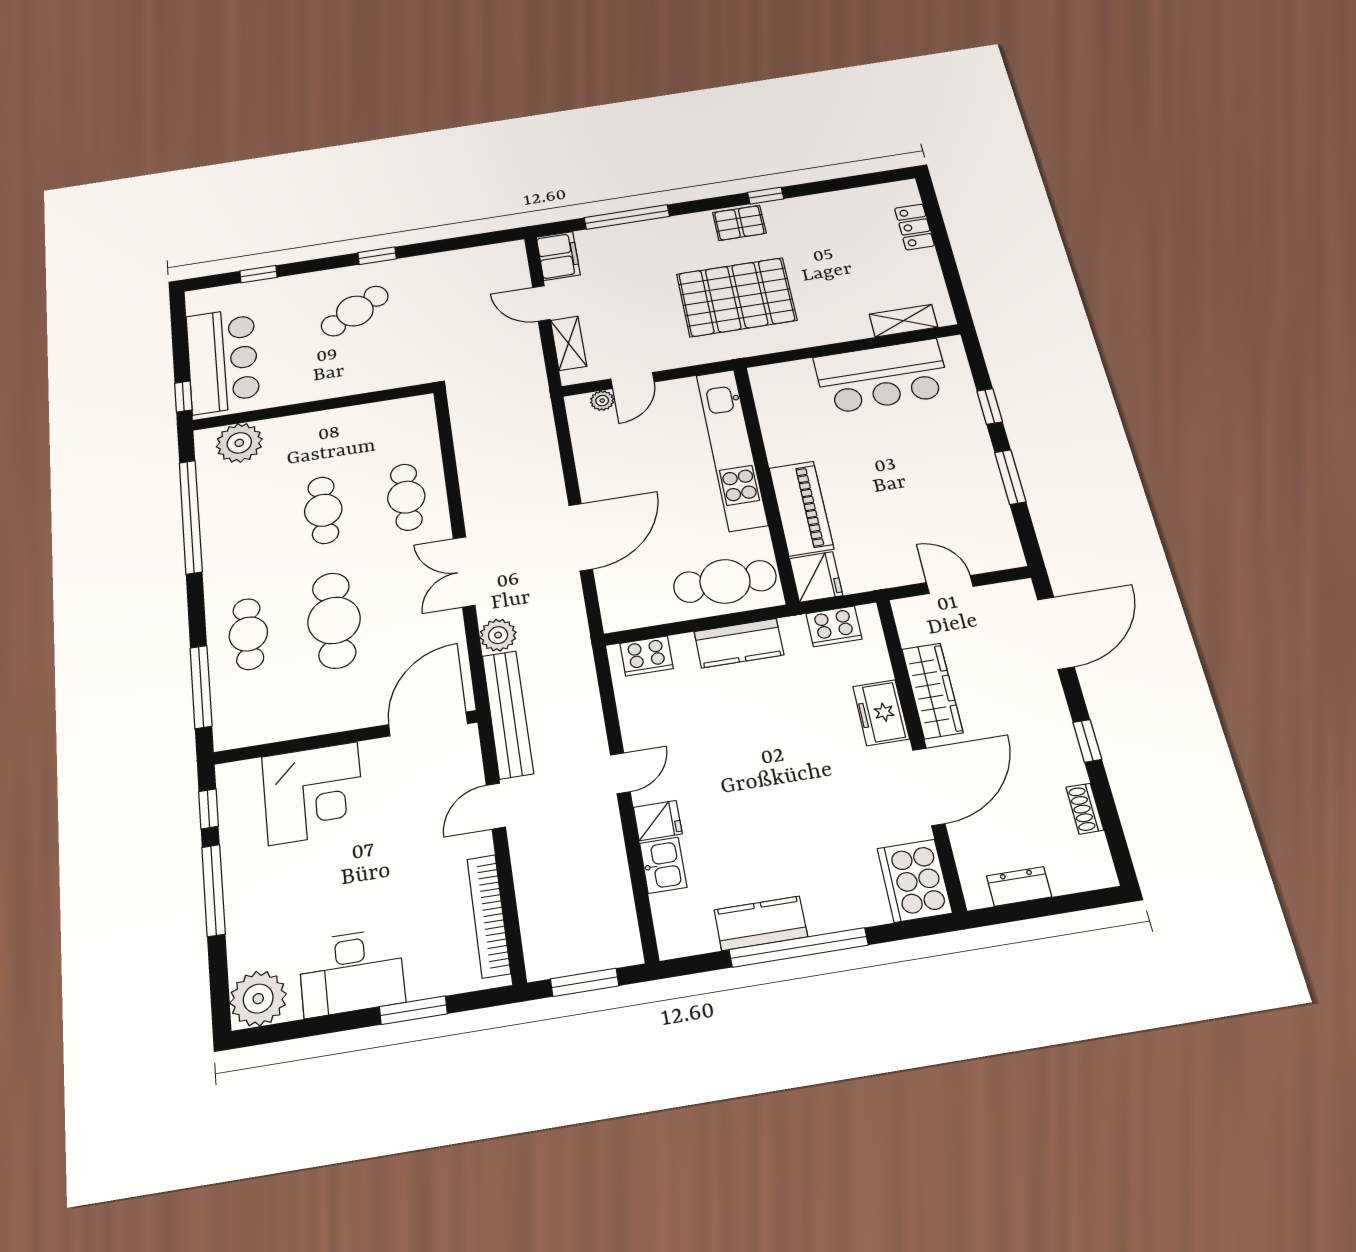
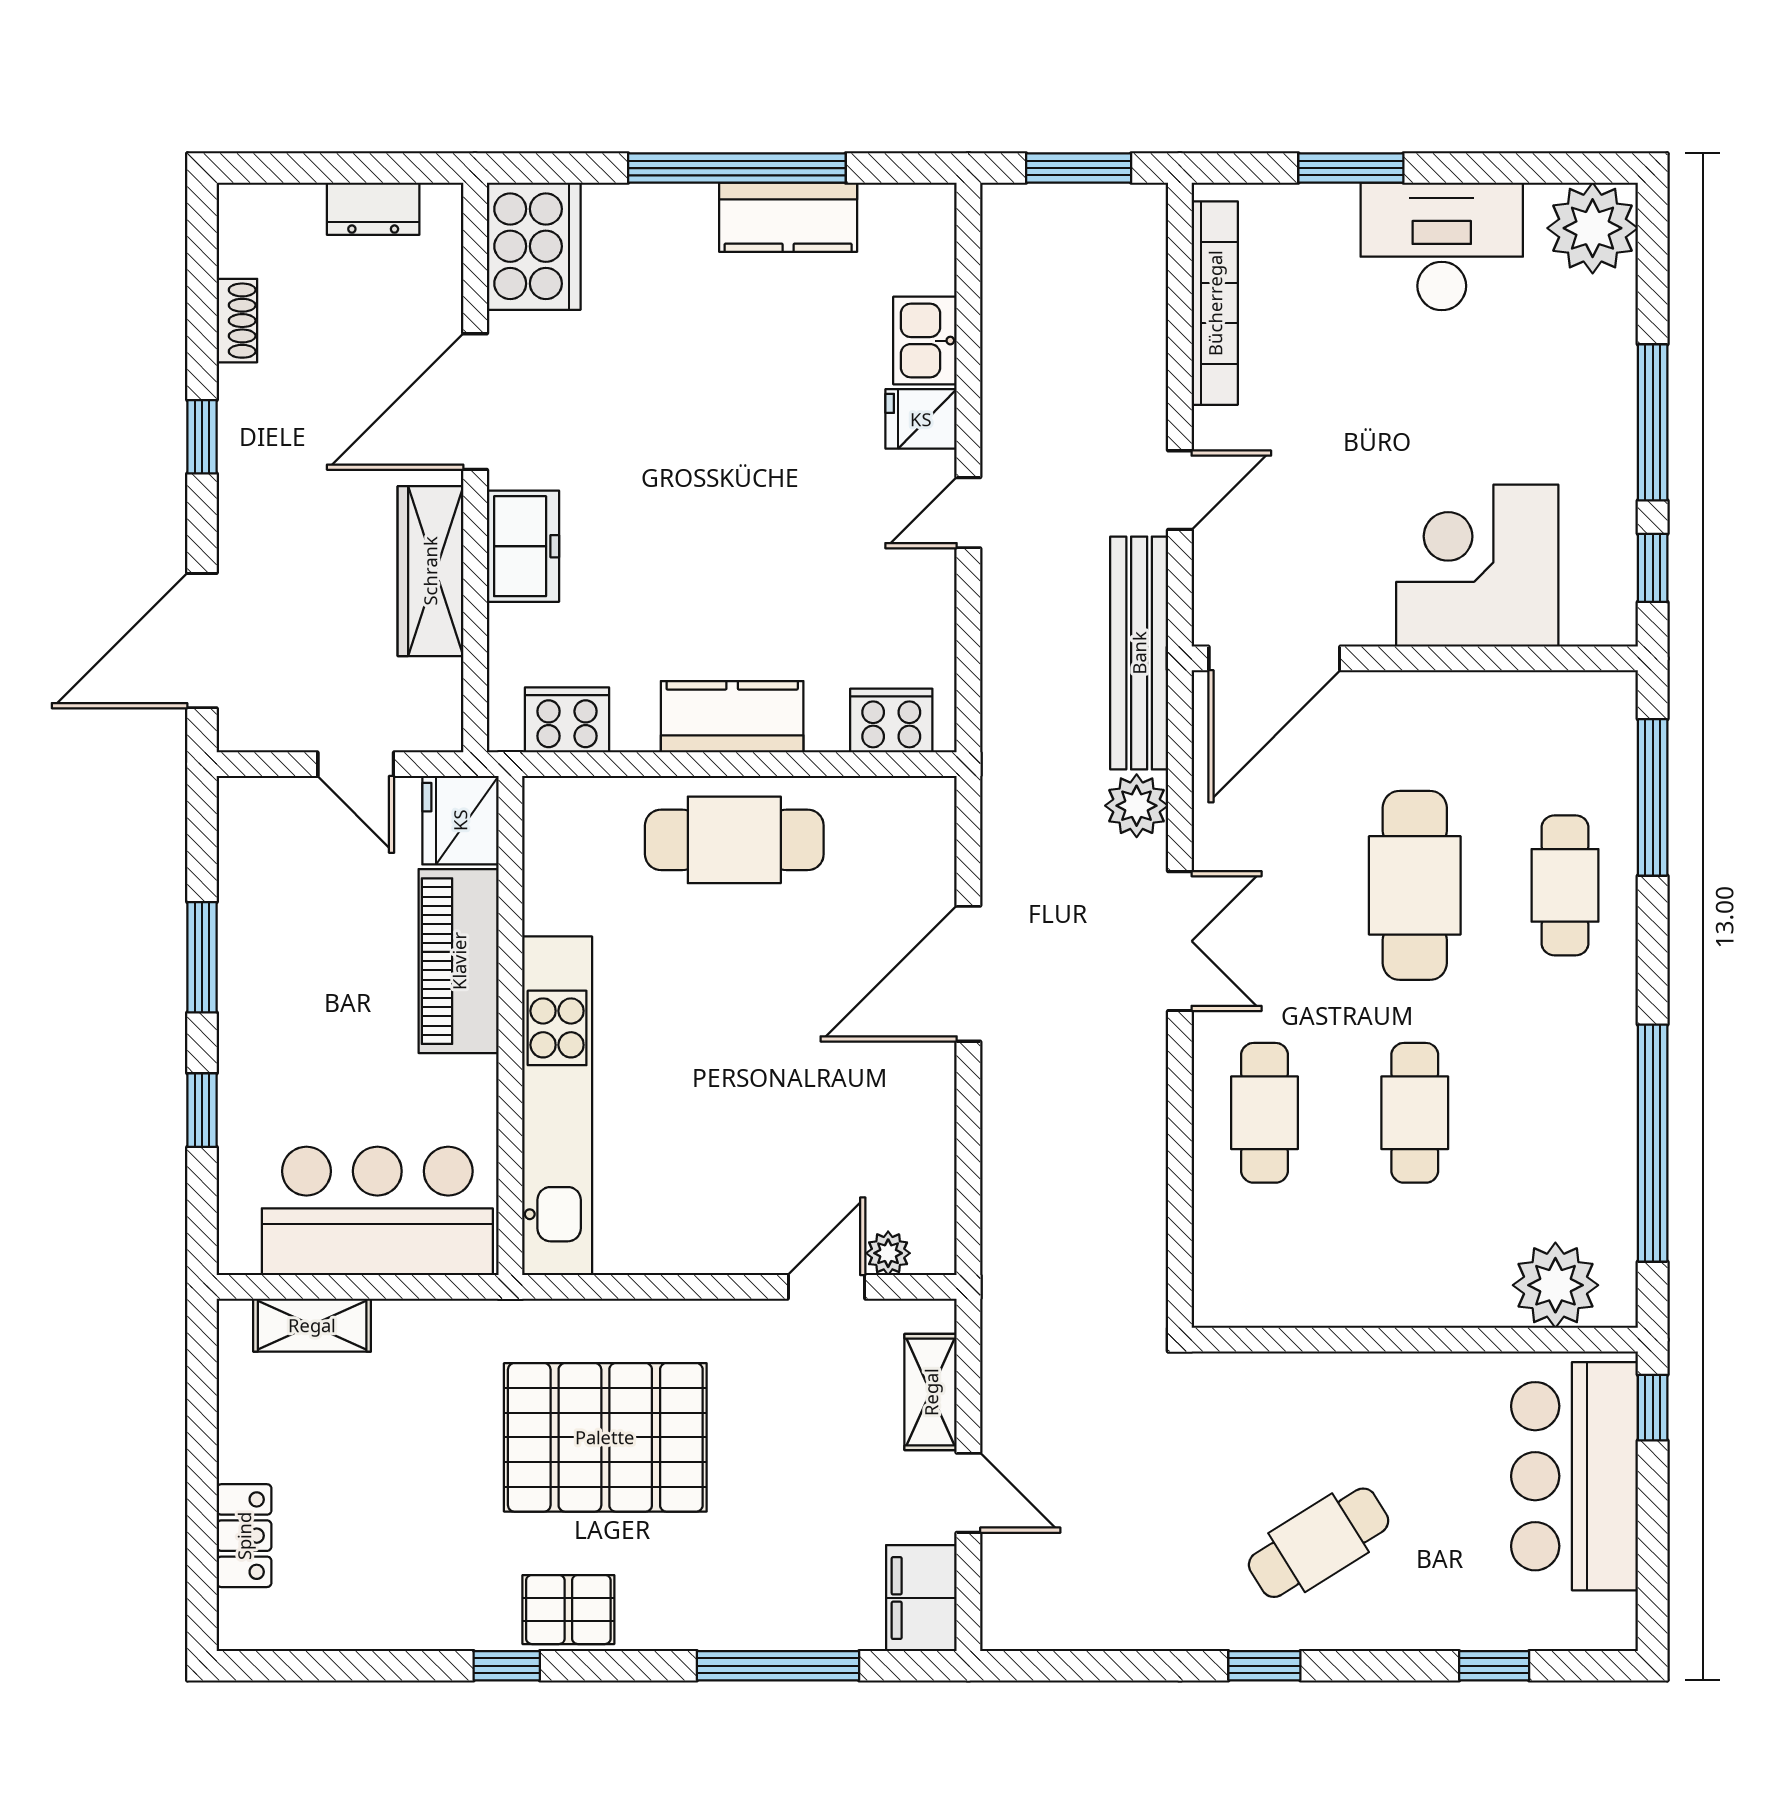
kitchen unit: (732, 449) -> (557, 1106), moved
wall: (766, 482) -> (510, 1026), moved
piano: (801, 508) -> (459, 961), moved
fridge: (816, 577) -> (460, 820), moved

